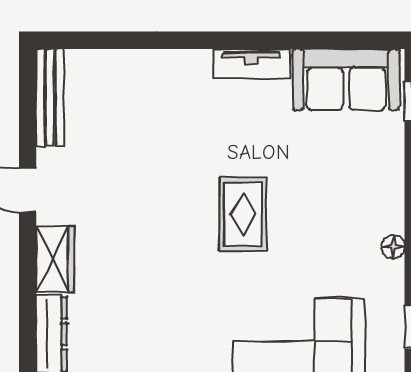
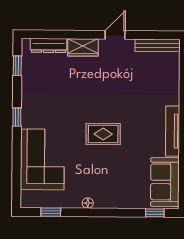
tv unit: (251, 64) -> (173, 131), width x1.41

